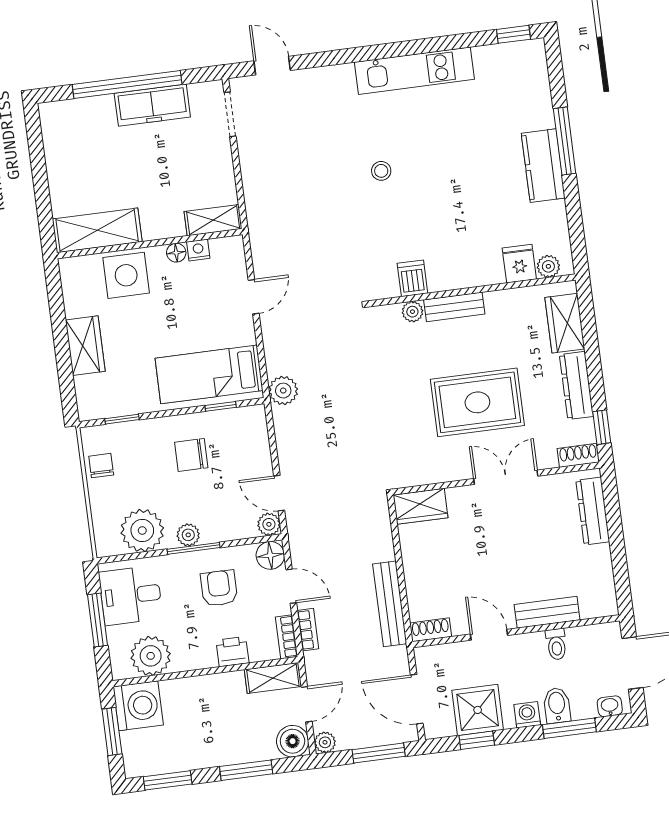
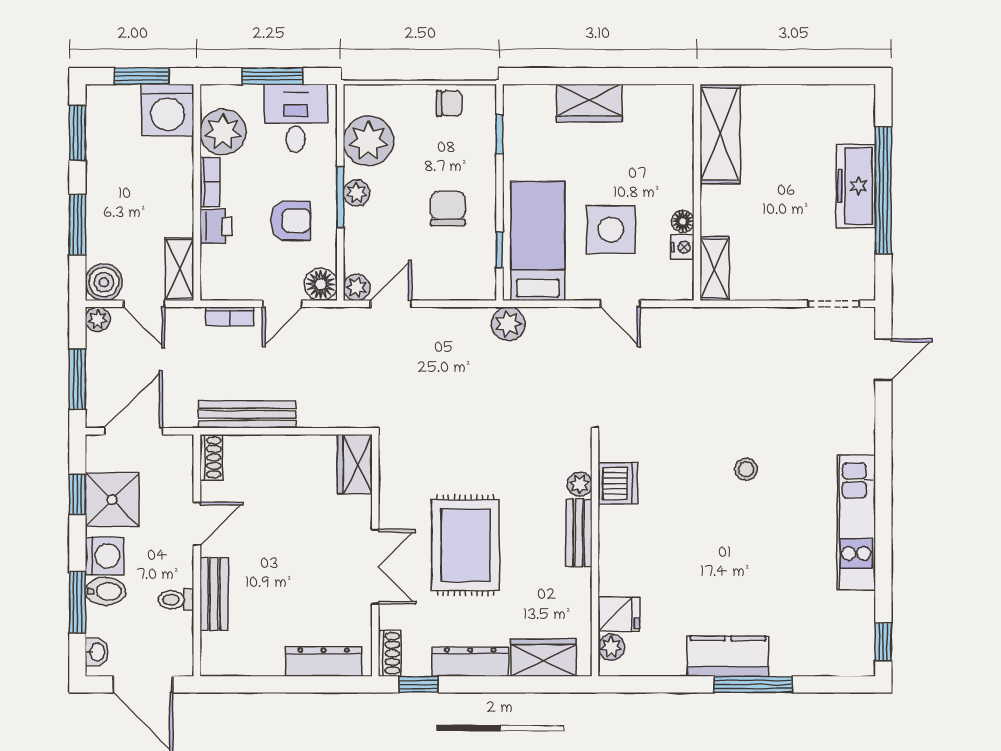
freezer: (152, 105) -> (856, 186), moved
side table: (126, 275) -> (611, 230), moved
dishwasher: (412, 278) -> (618, 483), width x1.38
bookcase: (286, 637) -> (210, 182), moved, turned 90
washing machine: (527, 715) -> (104, 556), width x1.38, depth x1.38

